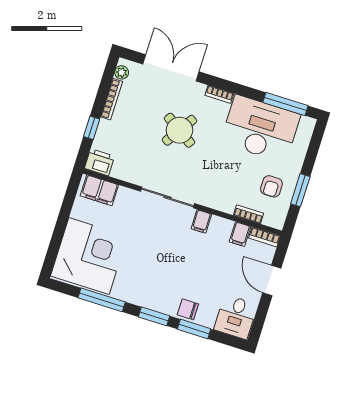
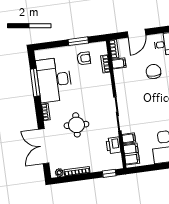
window: (285, 104) -> (35, 83), moved
window: (92, 128) -> (109, 173), moved
round table: (179, 130) -> (76, 125), turned -30
printer: (100, 162) -> (113, 145), moved
filing cabinet: (201, 221) -> (129, 138), moved
chair: (204, 279) -> (154, 72), added

